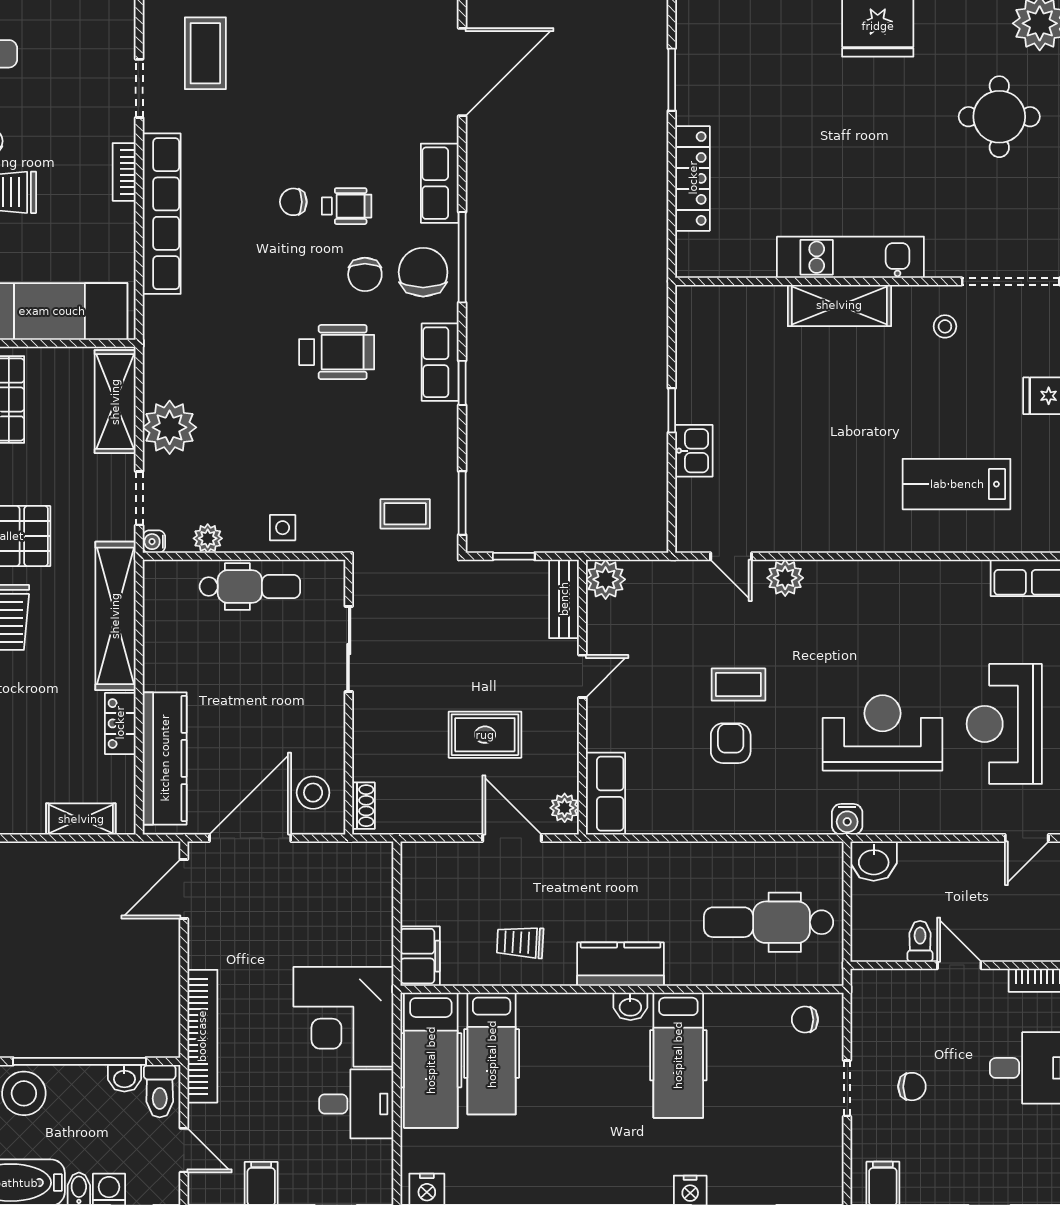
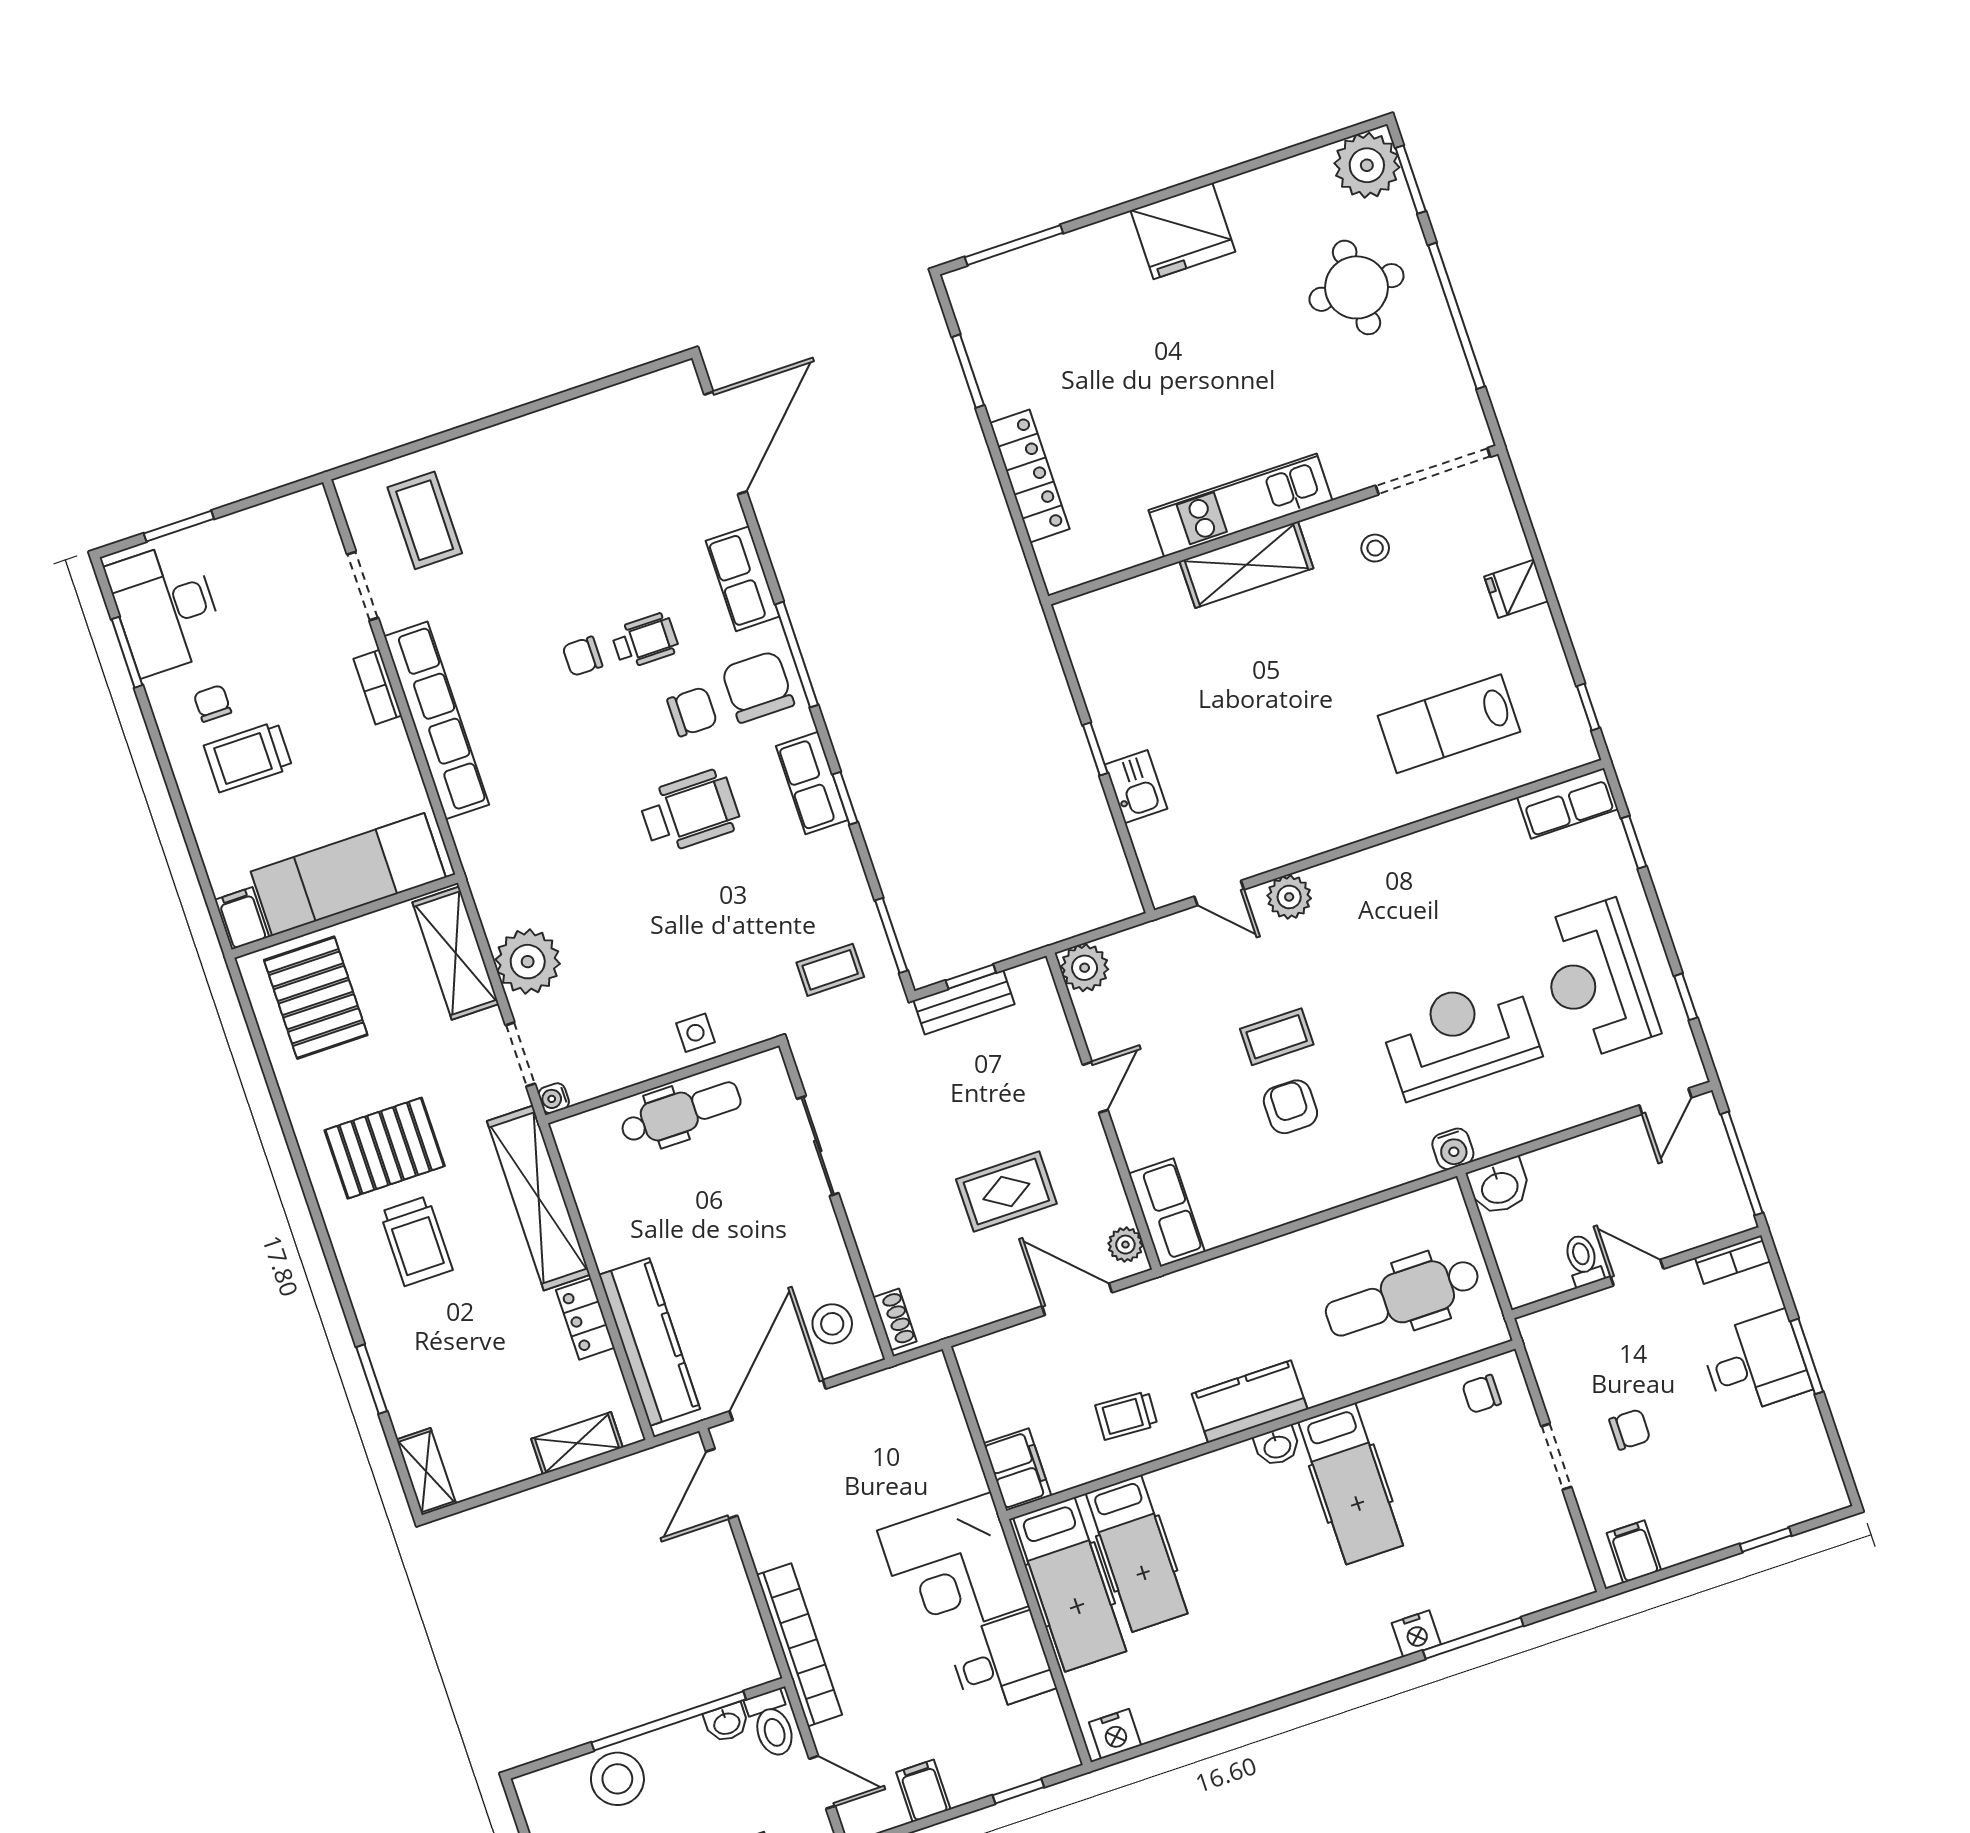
chair: (365, 274) -> (692, 712), turned -90
plant: (208, 538) -> (614, 1074), removed
bench: (564, 599) -> (964, 1002), moved, turned 90

